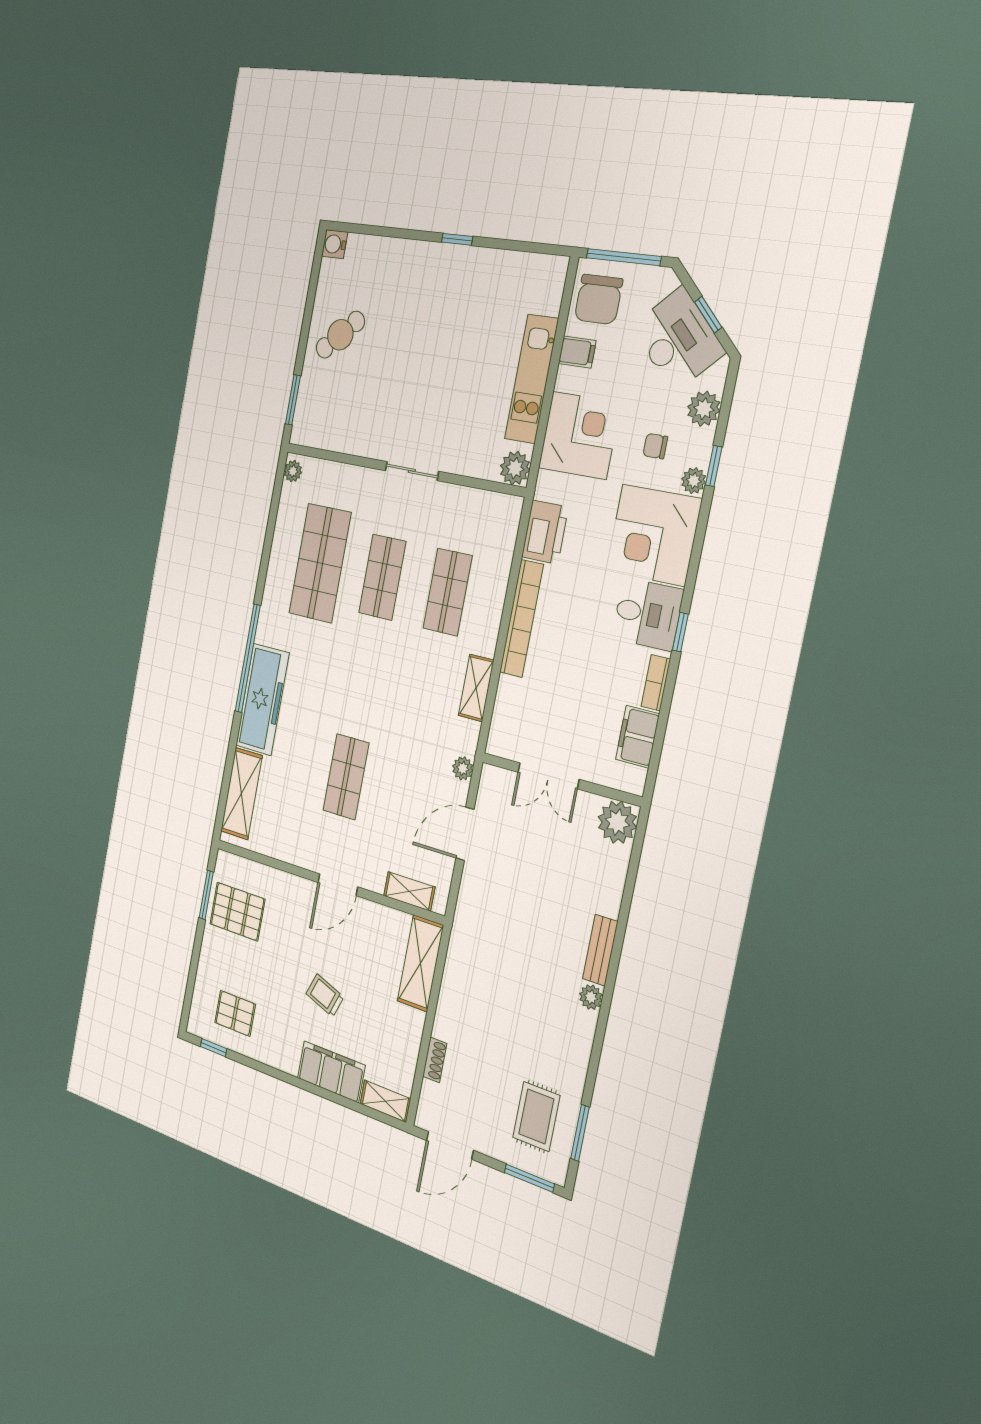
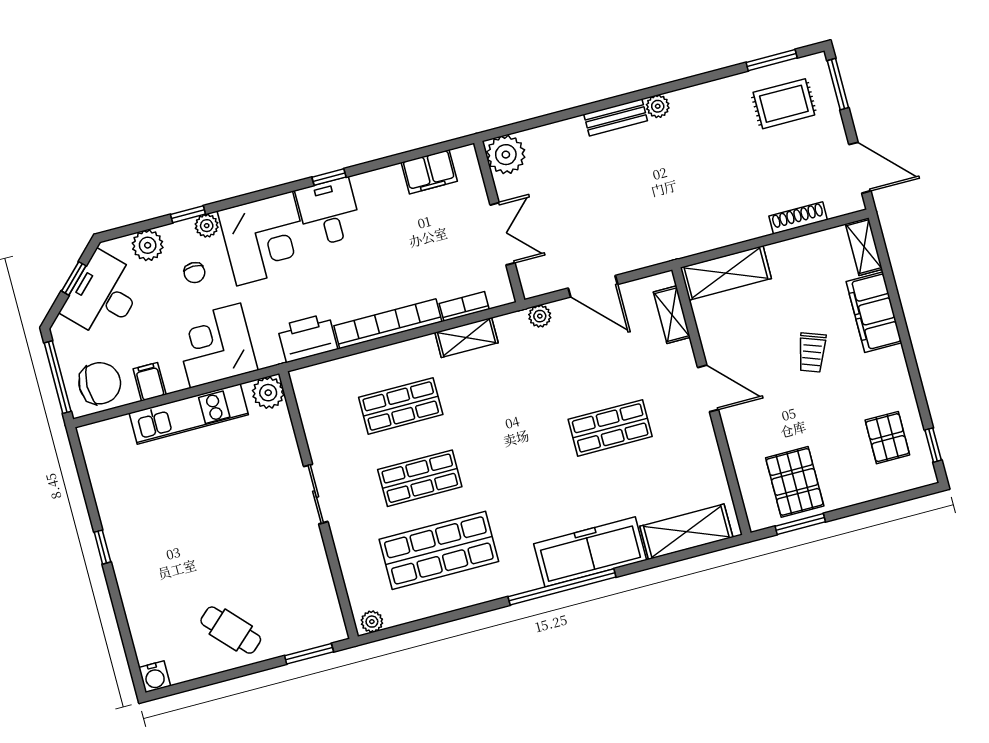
bookcase: (656, 683) -> (464, 306), moved, turned 180
shoe rack: (435, 1060) -> (798, 218), width x1.43

